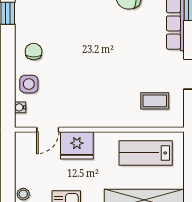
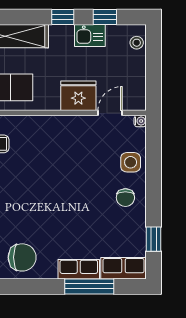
water cooler: (20, 107) -> (140, 121), moved

